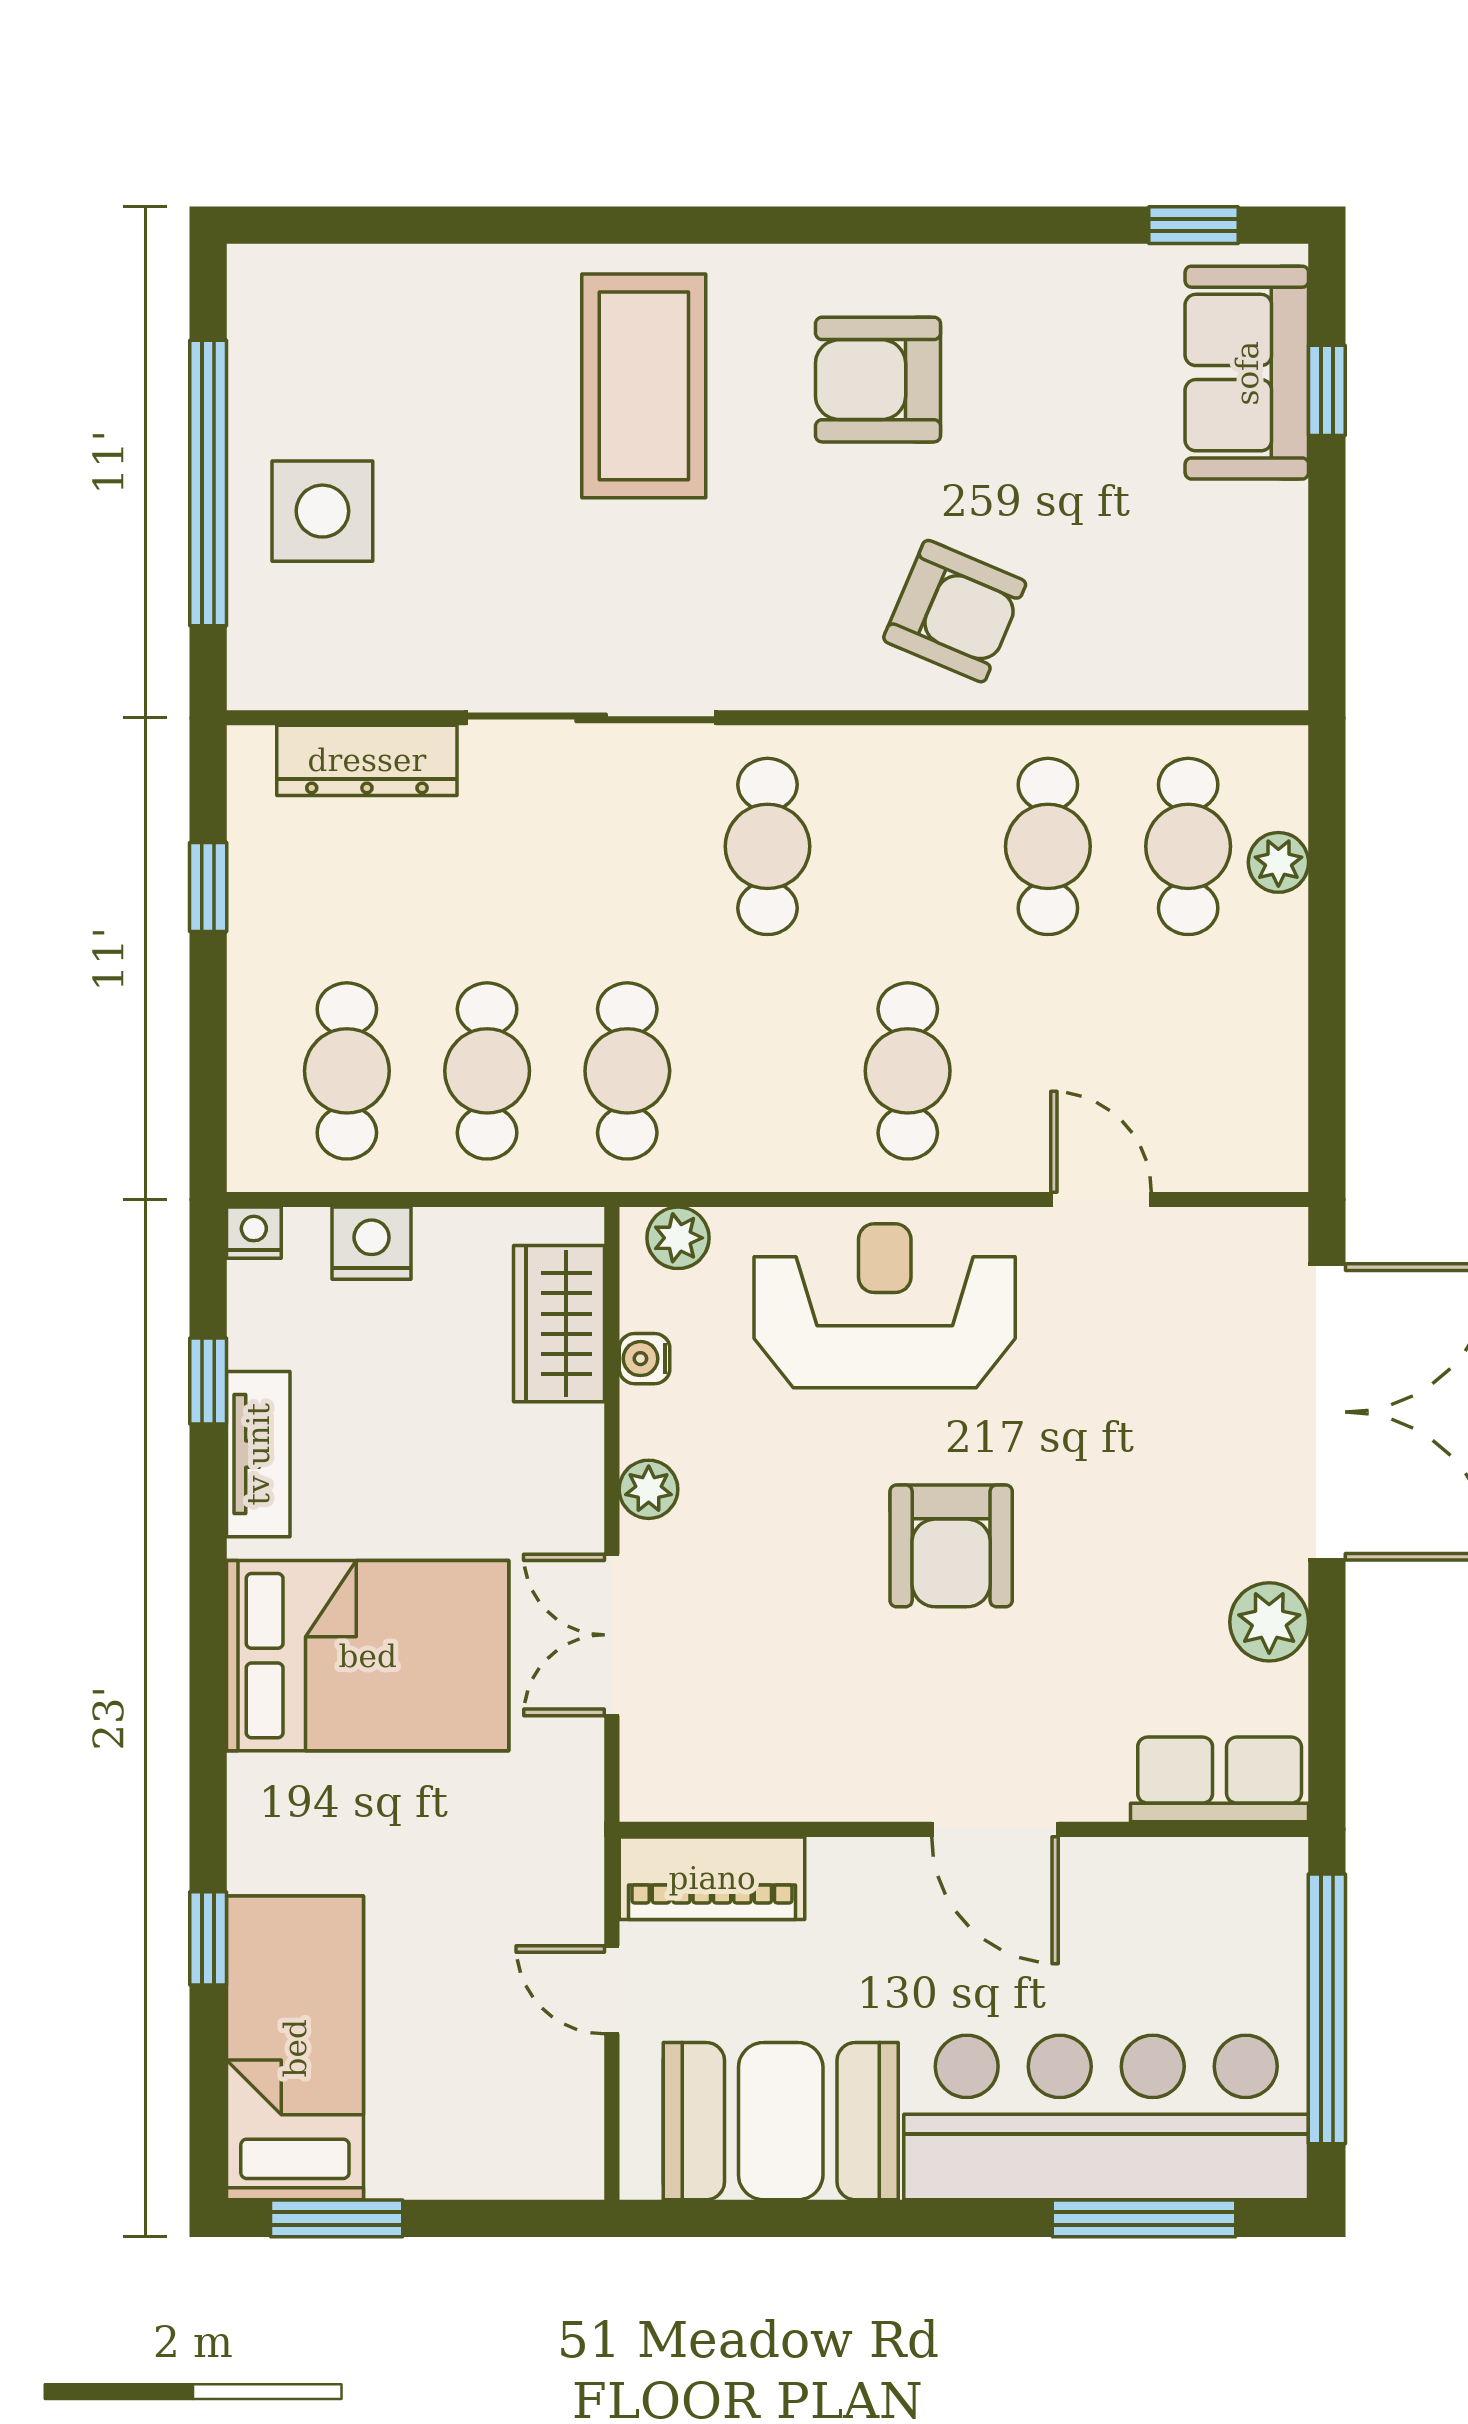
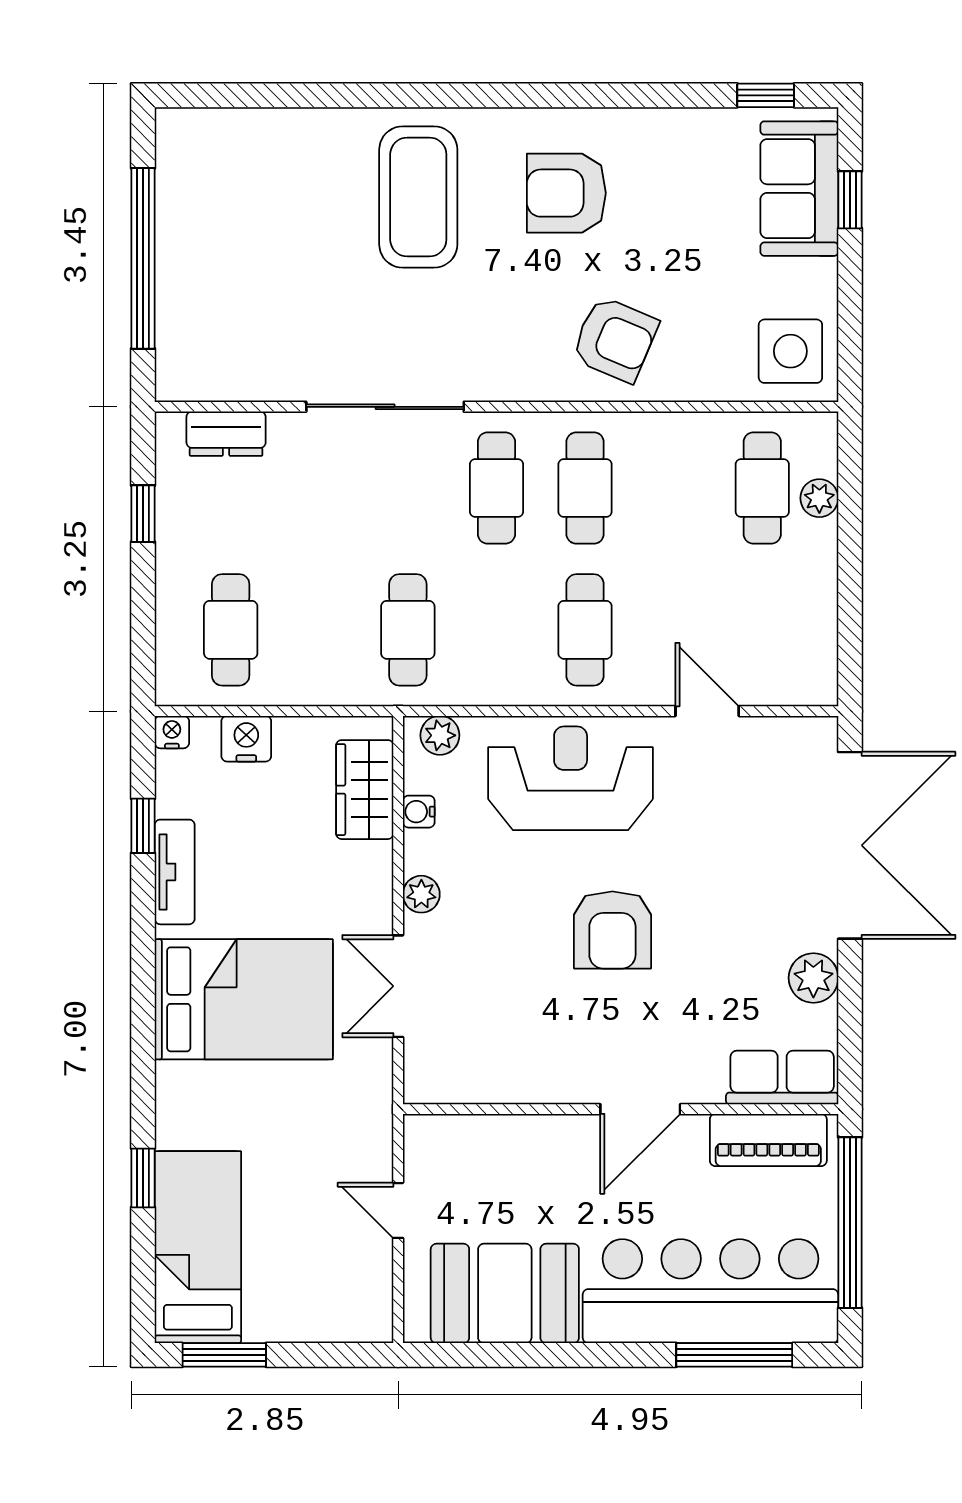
side table: (322, 511) -> (790, 351), moved
dresser: (367, 760) -> (226, 434), width x0.70
cafe table: (1048, 846) -> (585, 488), moved
cafe table: (487, 1071) -> (319, 630), removed
door: (995, 1829) -> (640, 1109), hinge flipped
piano: (712, 1878) -> (768, 1140), moved

